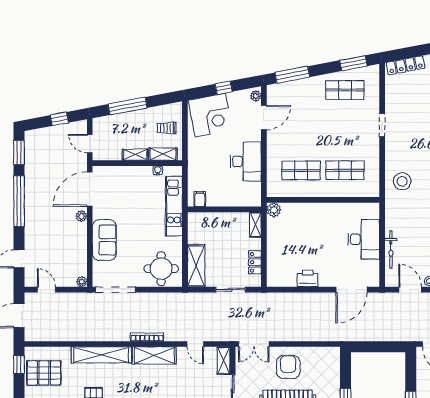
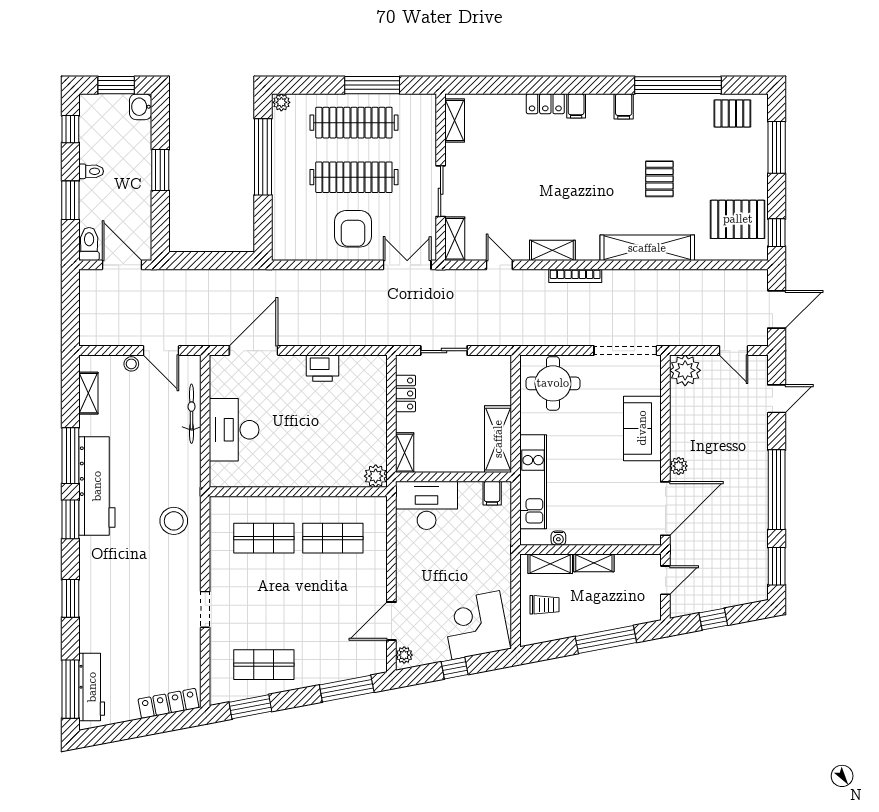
door: (90, 144) -> (665, 580), hinge flipped
desk: (246, 161) -> (427, 505), moved, turned 90
shelving: (196, 266) -> (498, 439), moved
plant: (82, 282) -> (685, 370), width x1.87, depth x1.87
shelving: (154, 355) -> (552, 250), width x0.67, depth x0.75

